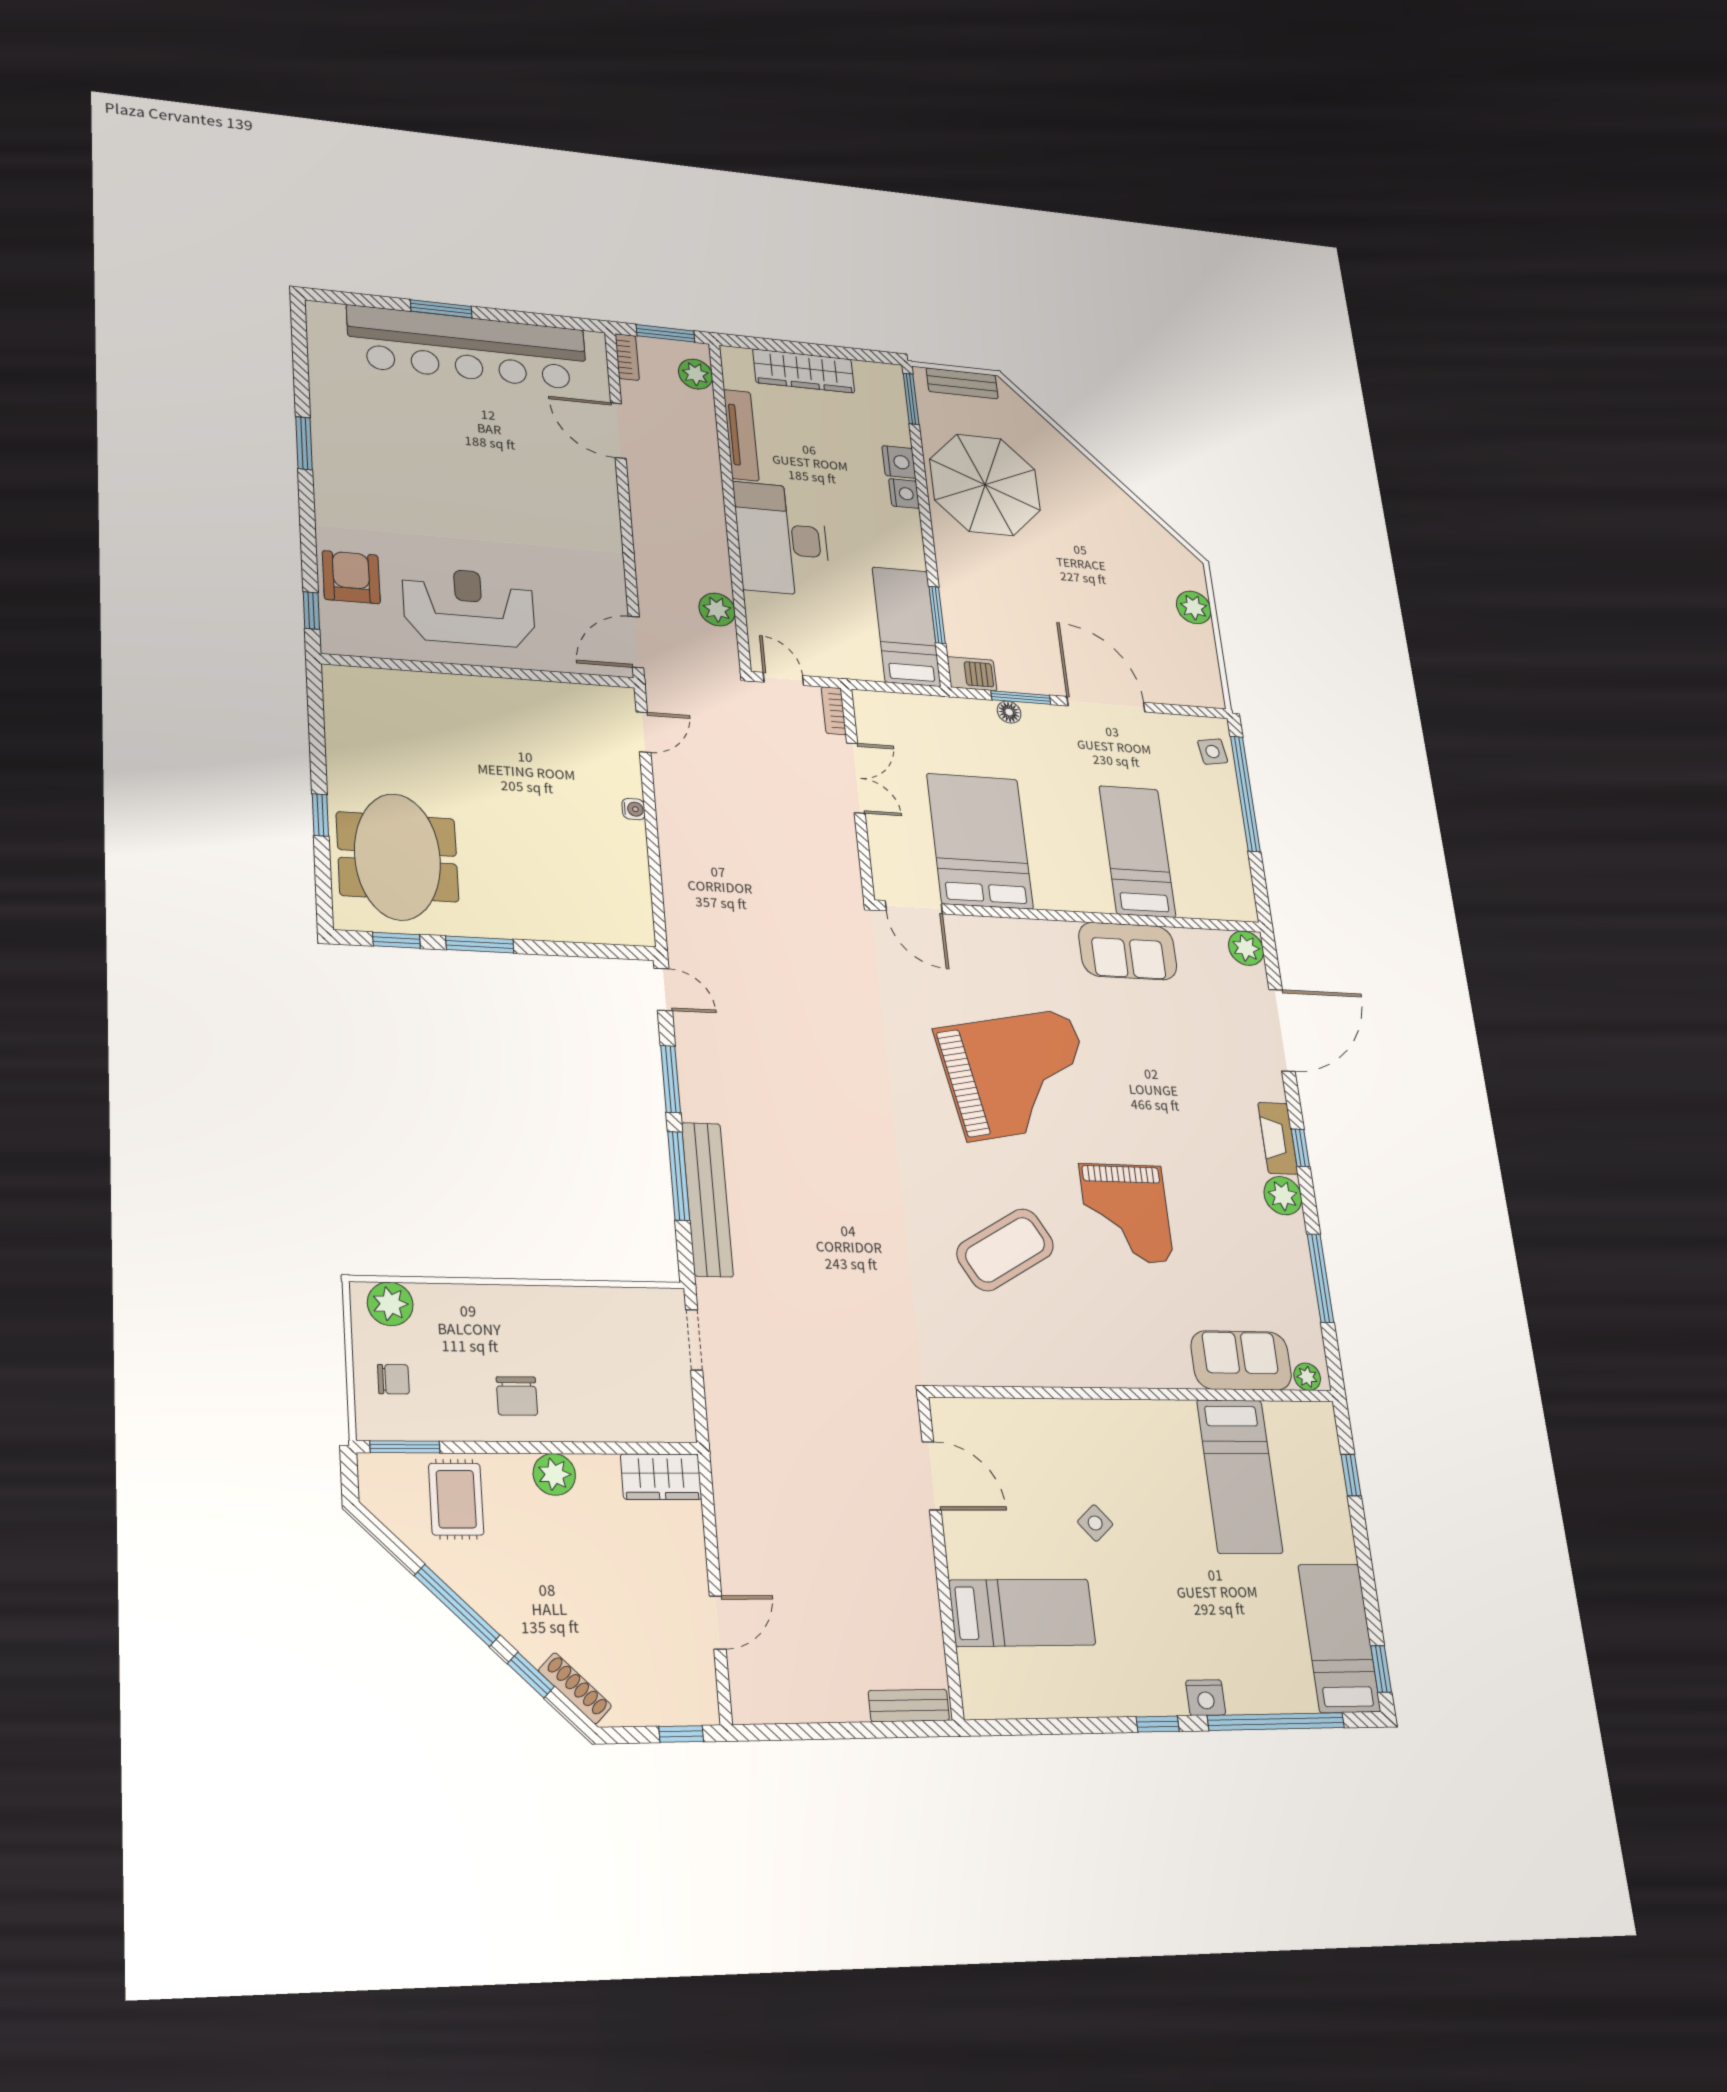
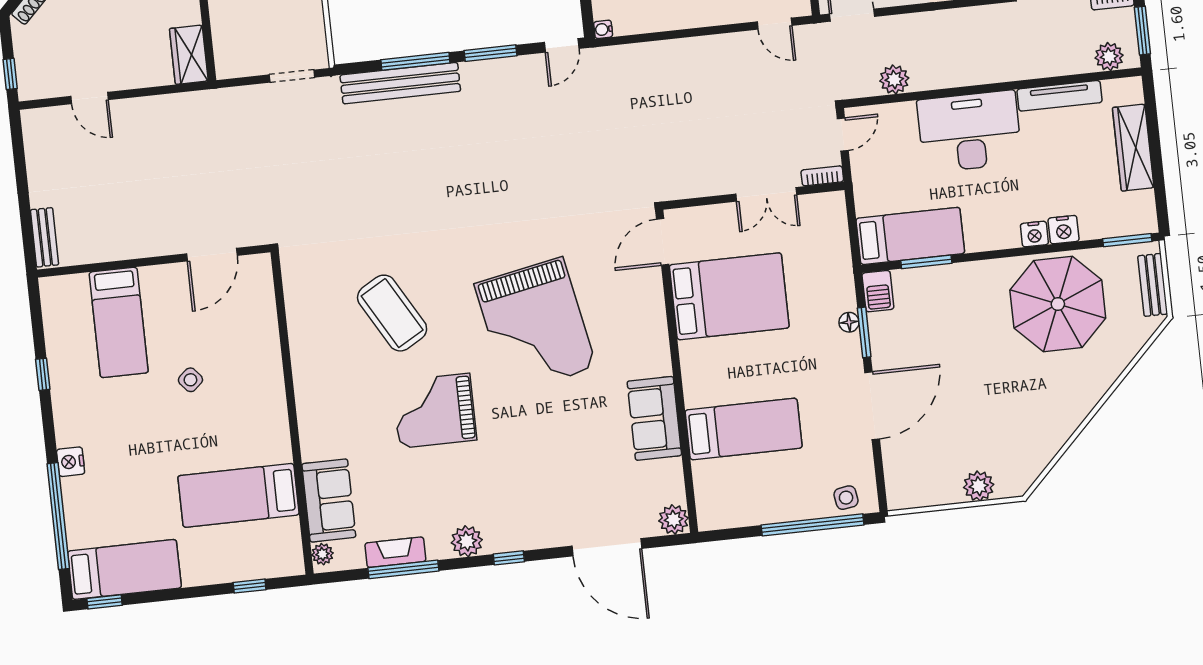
water cooler: (634, 809) -> (603, 29), moved, turned 90
fireplace: (1278, 1138) -> (395, 552), moved
window: (1158, 1724) -> (43, 374), moved

